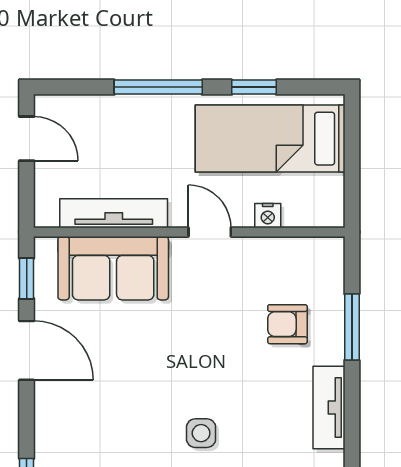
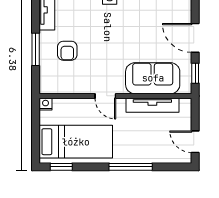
window: (254, 87) -> (61, 167), moved
nightstand: (268, 216) -> (45, 104), moved
armchair: (287, 324) -> (67, 51), turned 90

